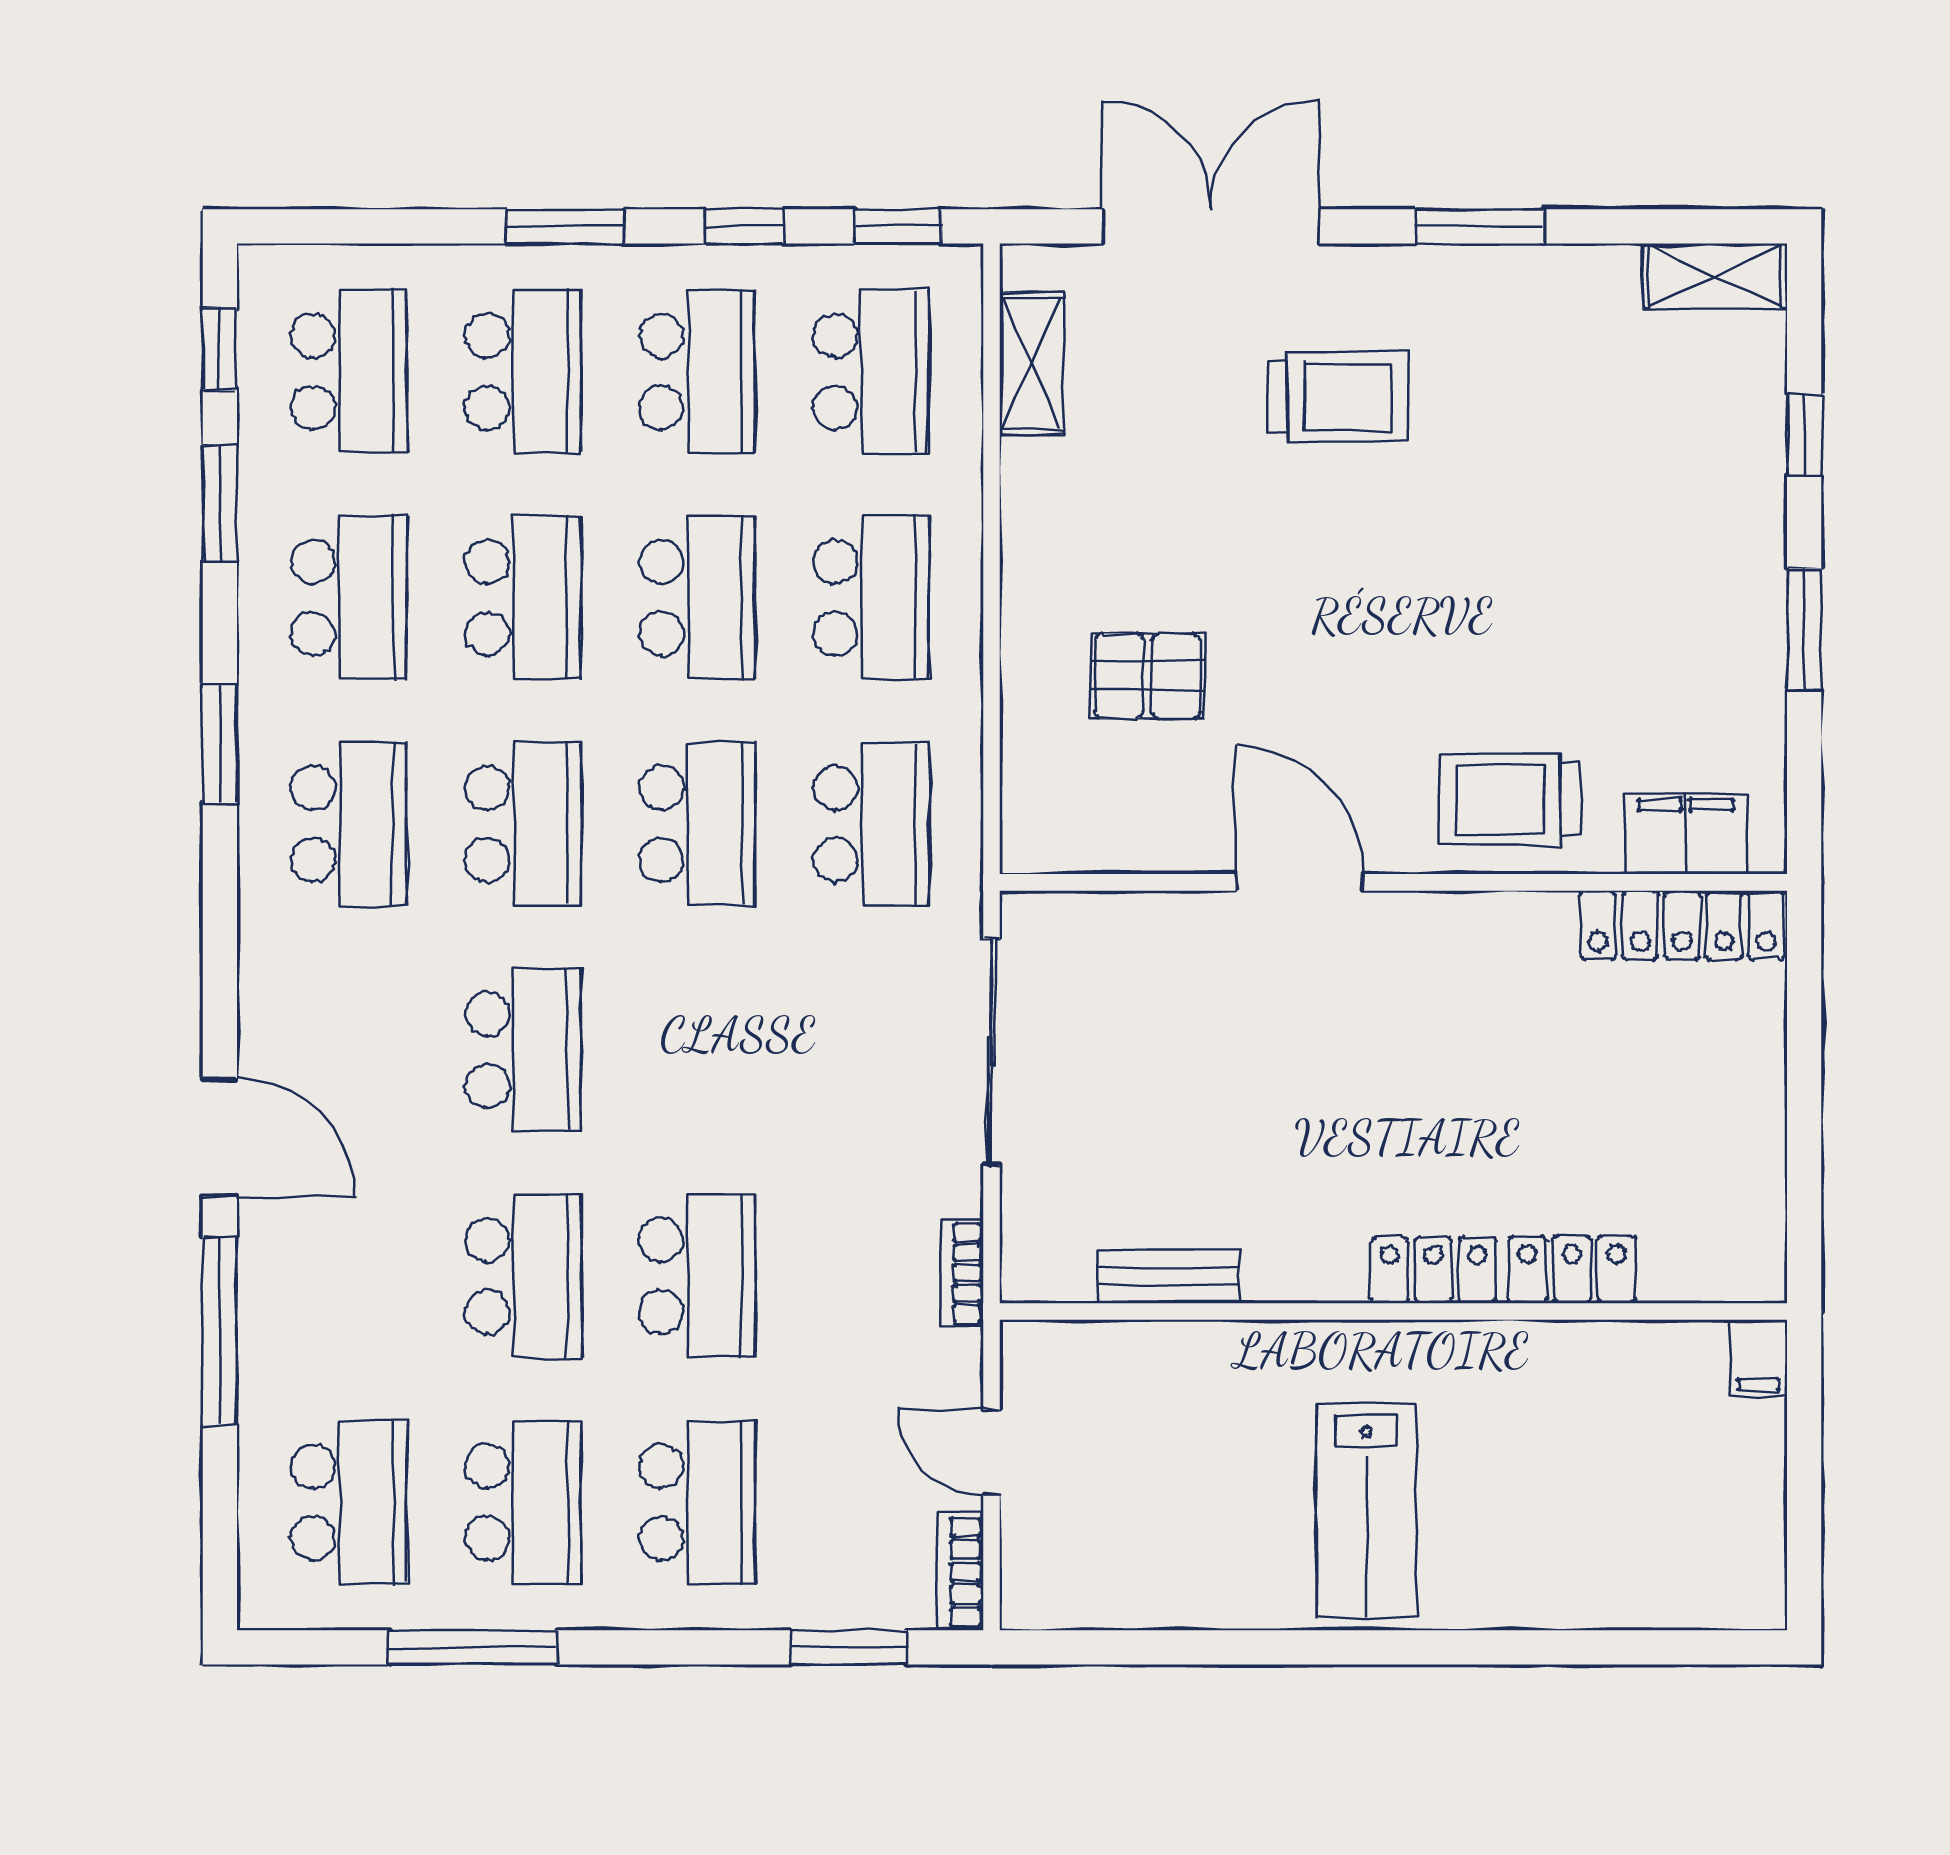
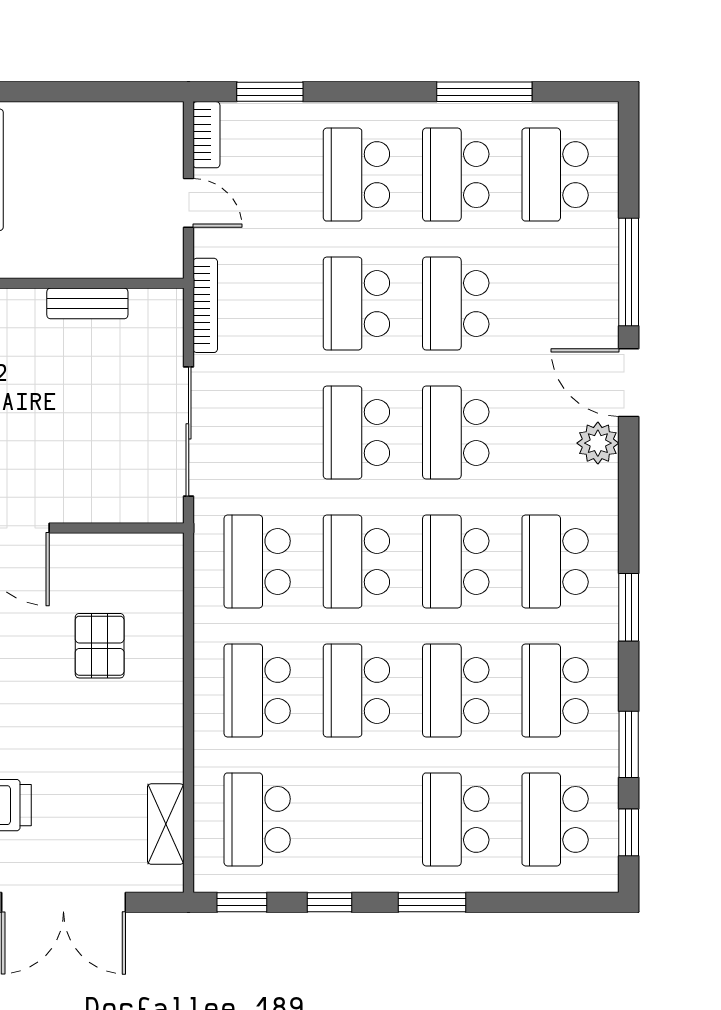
school desk: (697, 372) -> (356, 433), moved
pallet: (1147, 676) -> (100, 646), turned 90
plant: (274, 1031) -> (598, 443), added
bookcase: (962, 1273) -> (205, 305), width x1.56

